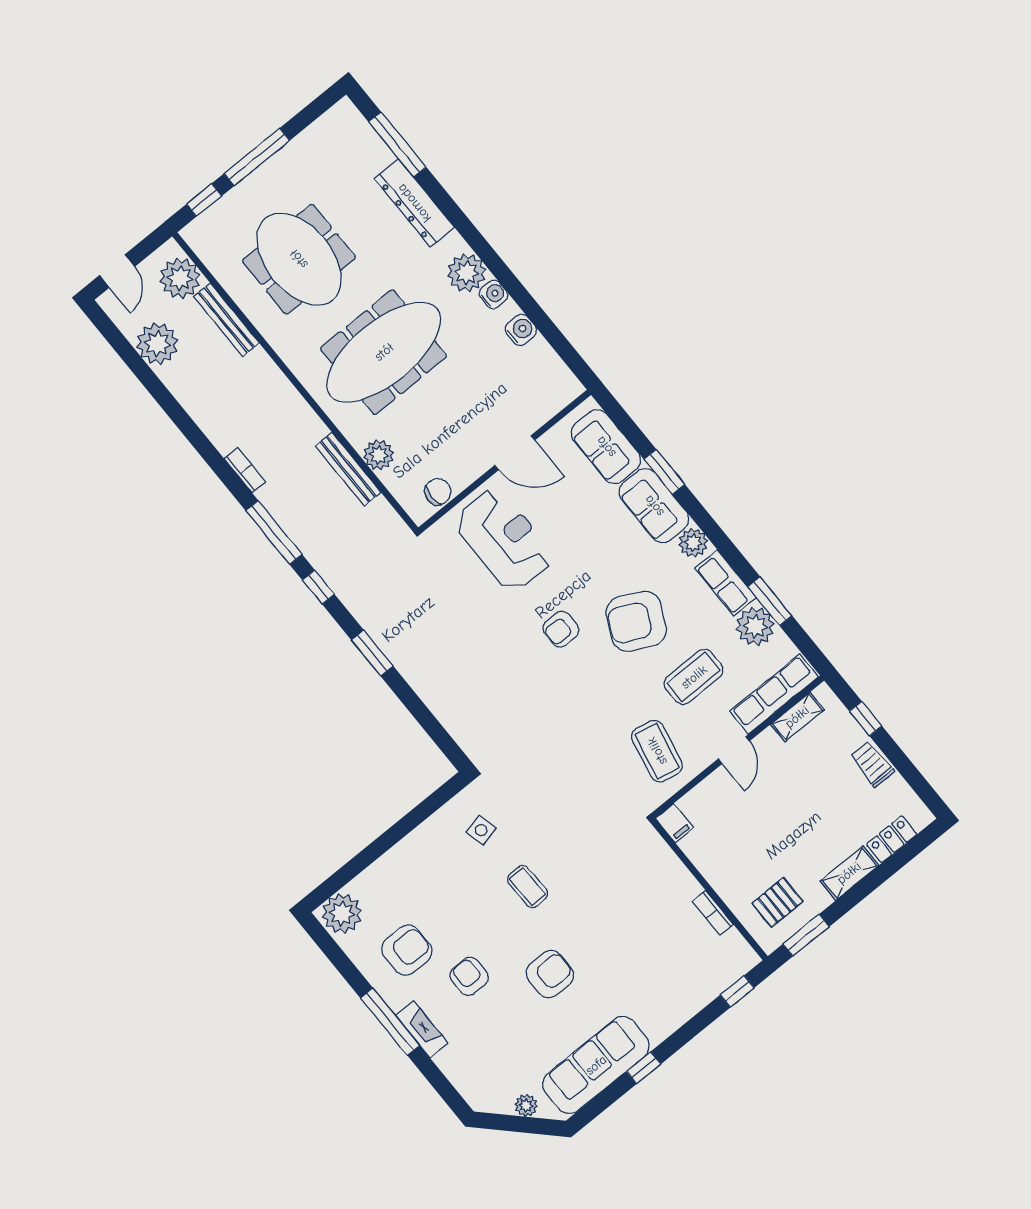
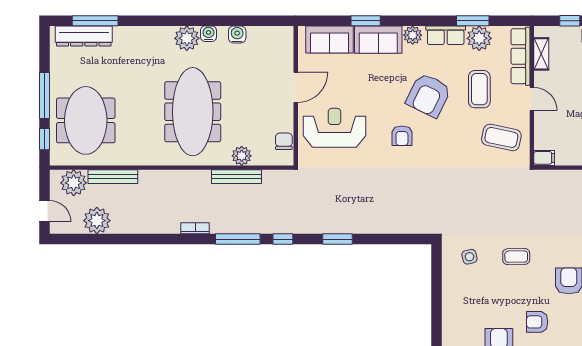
dresser: (414, 203) -> (84, 36), moved
meeting table: (299, 259) -> (86, 120), moved, turned 90

